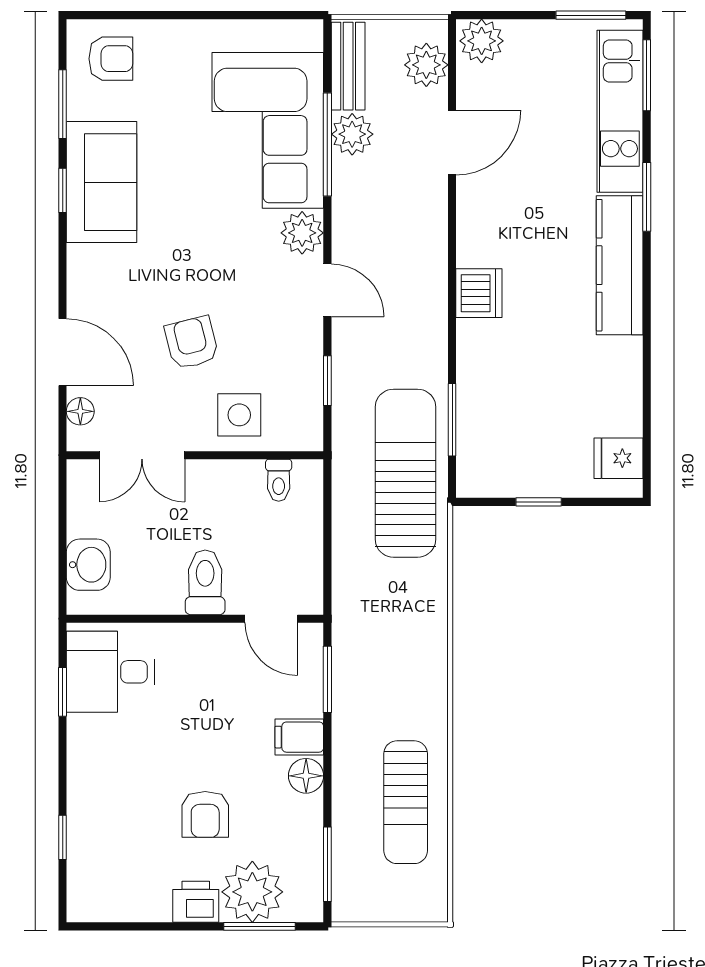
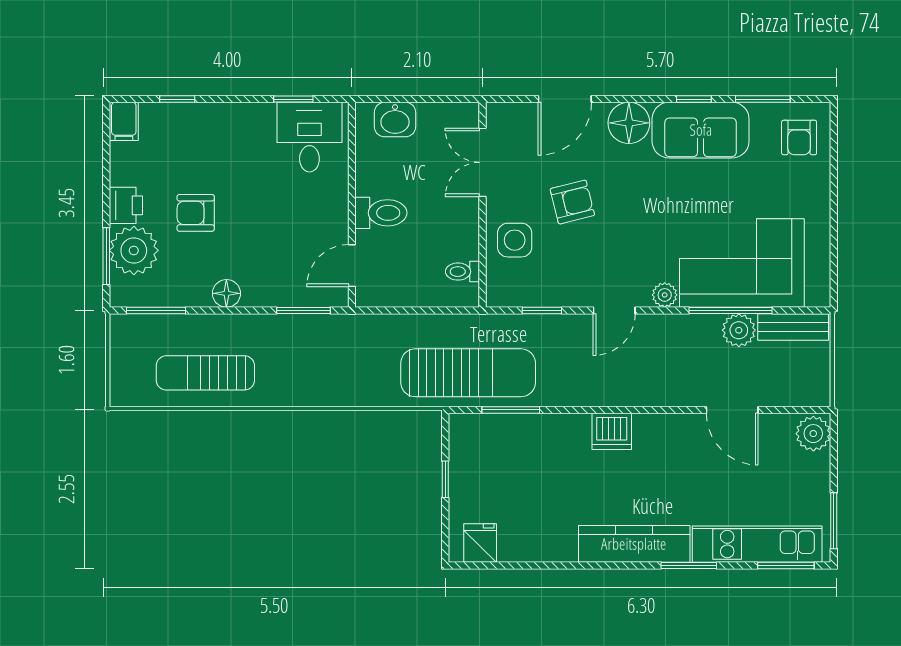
plant: (426, 65) -> (794, 389), removed
plant: (302, 233) -> (665, 295), width x0.73, depth x0.73
floor lamp: (80, 411) -> (629, 123), moved, width x1.89, depth x1.89
filing cabinet: (299, 737) -> (124, 121), moved, turned 180

